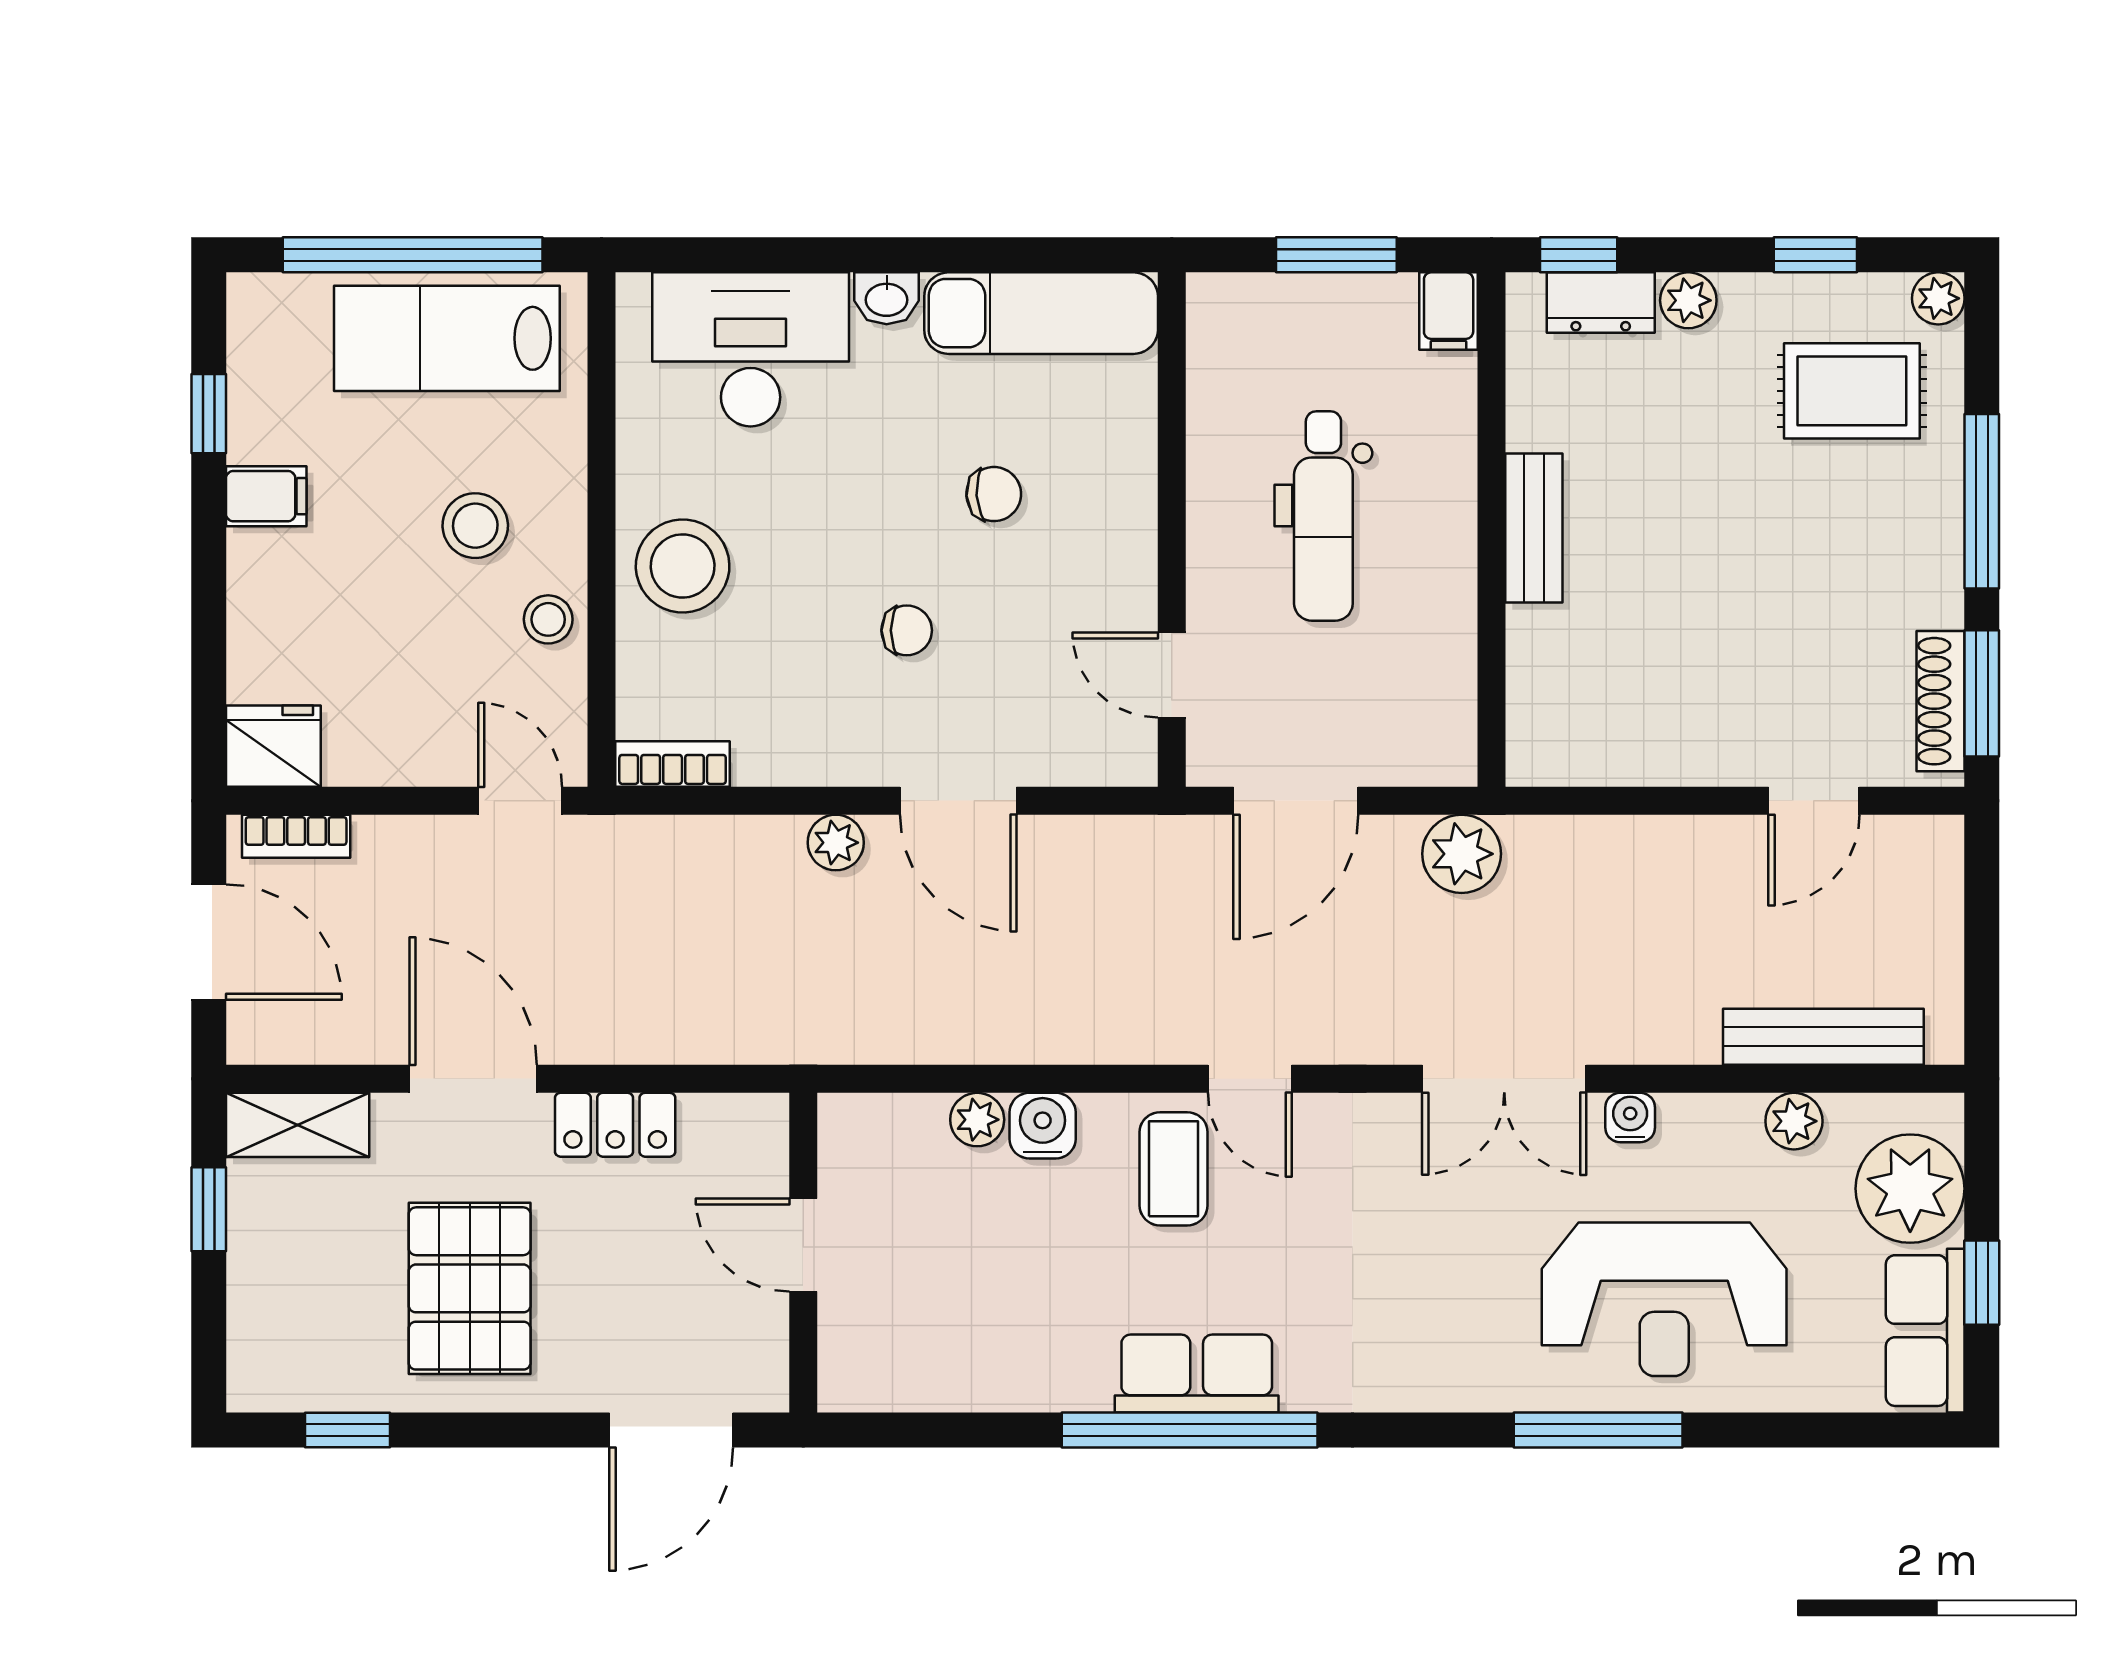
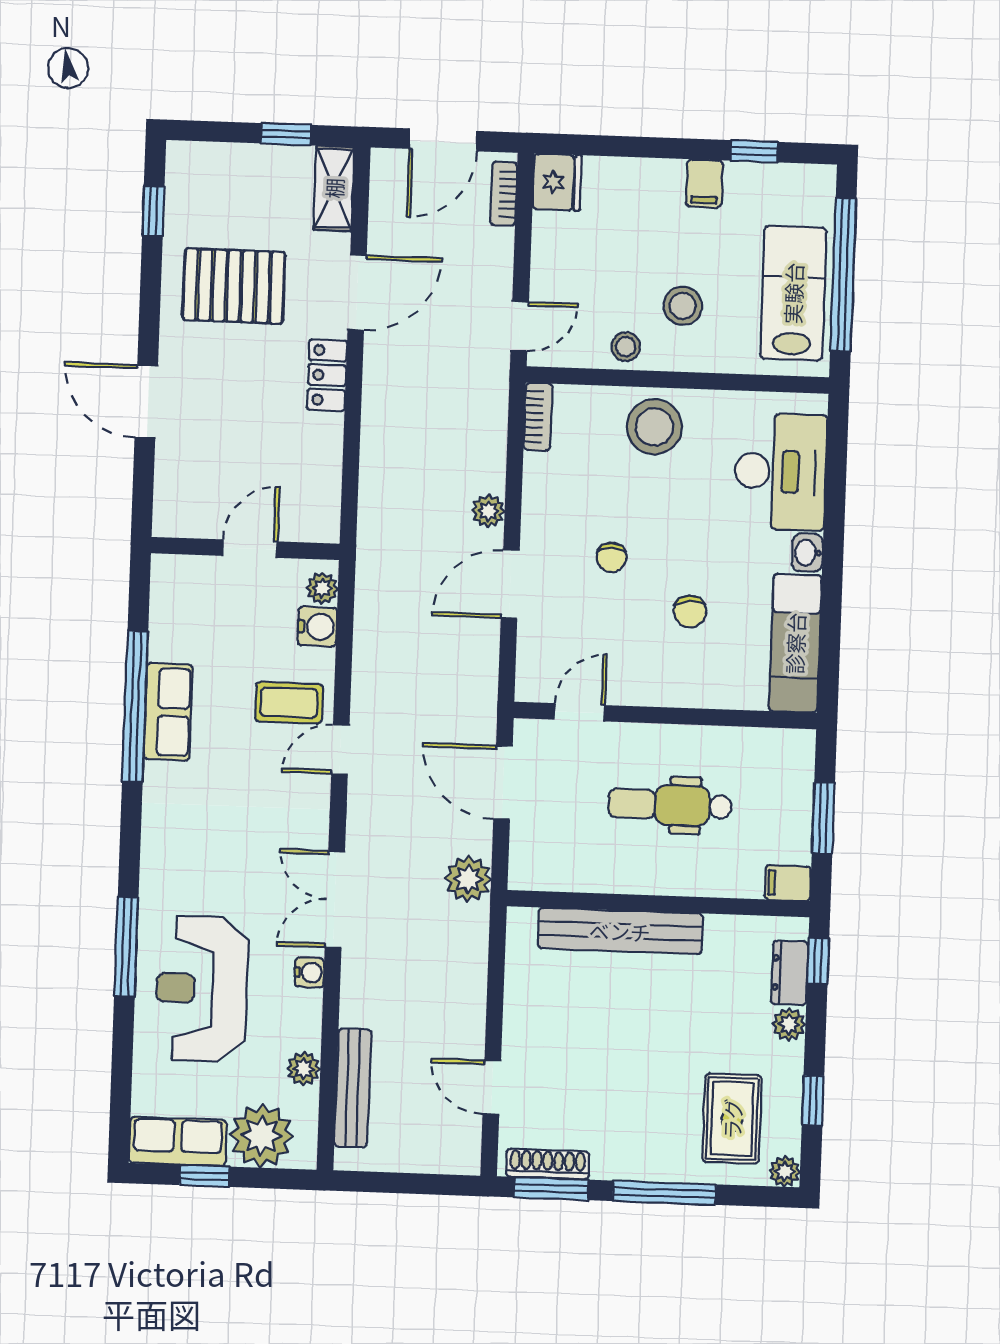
bench: (1534, 528) -> (620, 931), width x1.86, depth x1.21
door: (803, 1245) -> (250, 549), moved
wall: (803, 1253) -> (245, 548), moved

